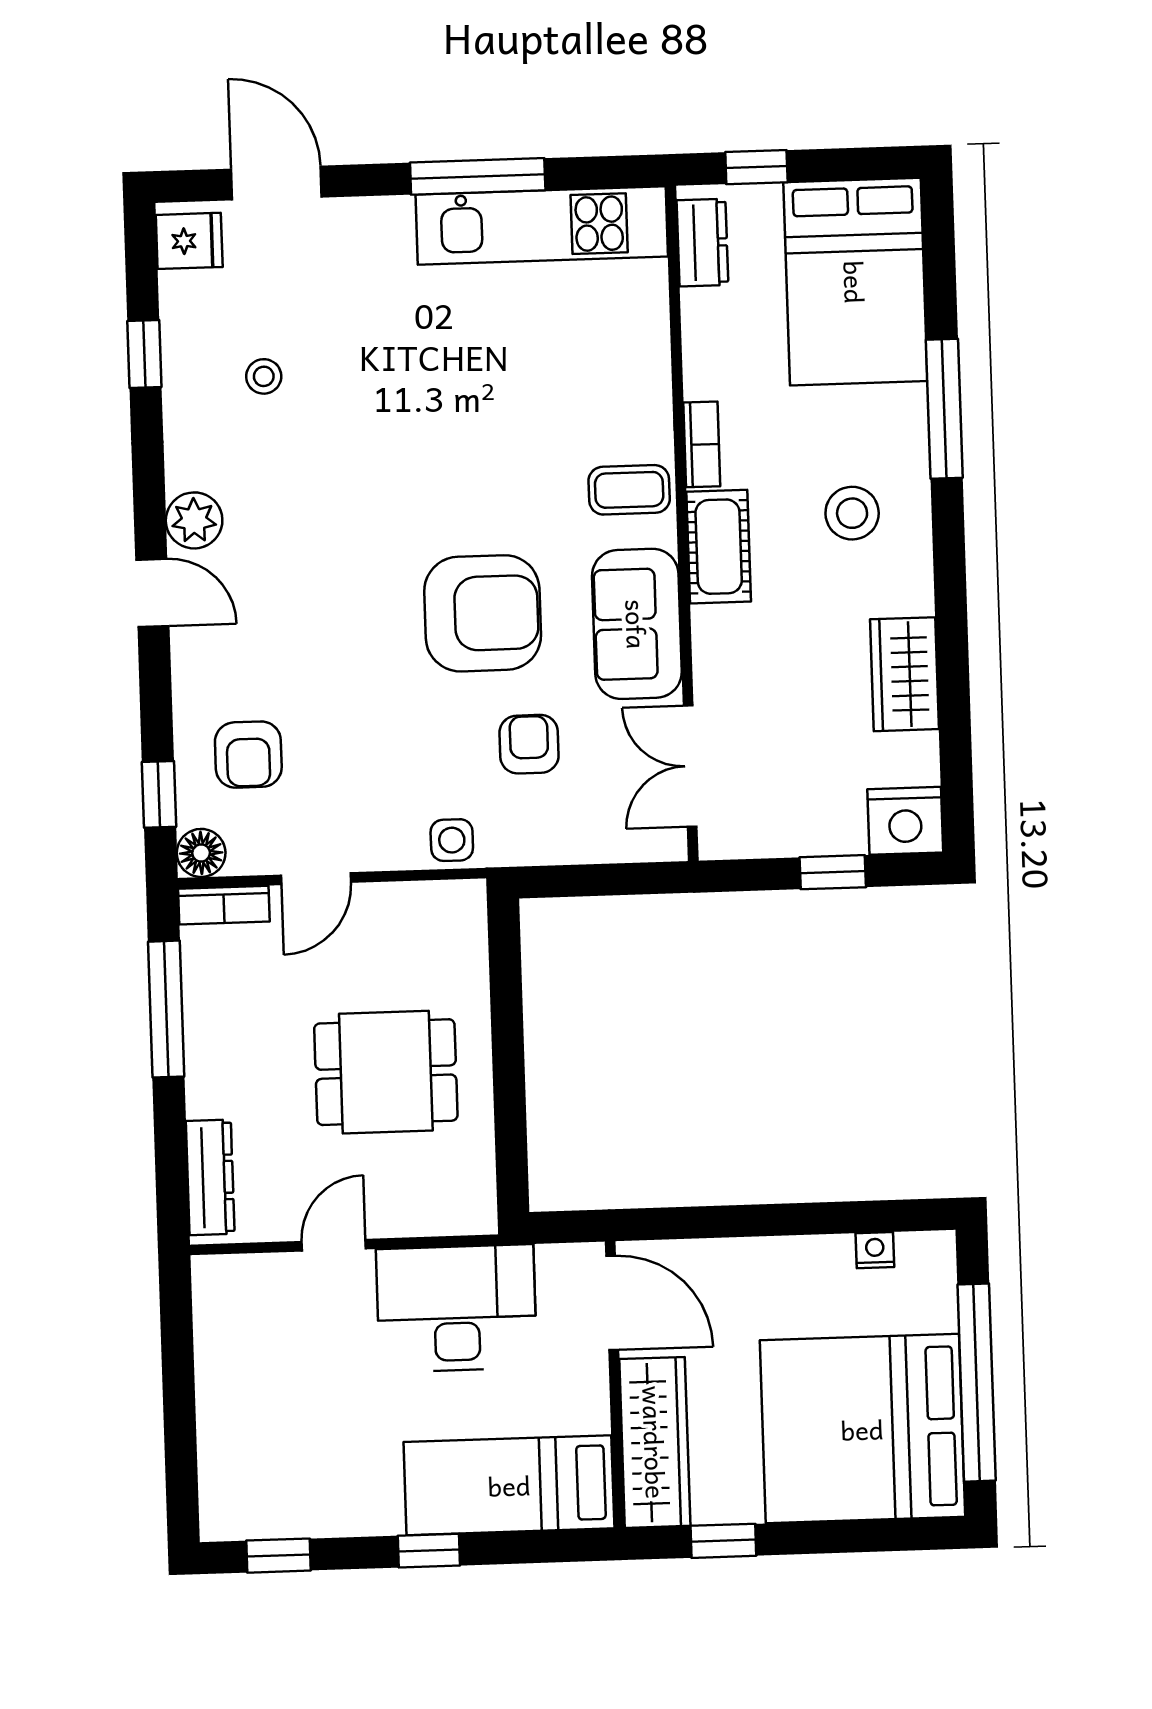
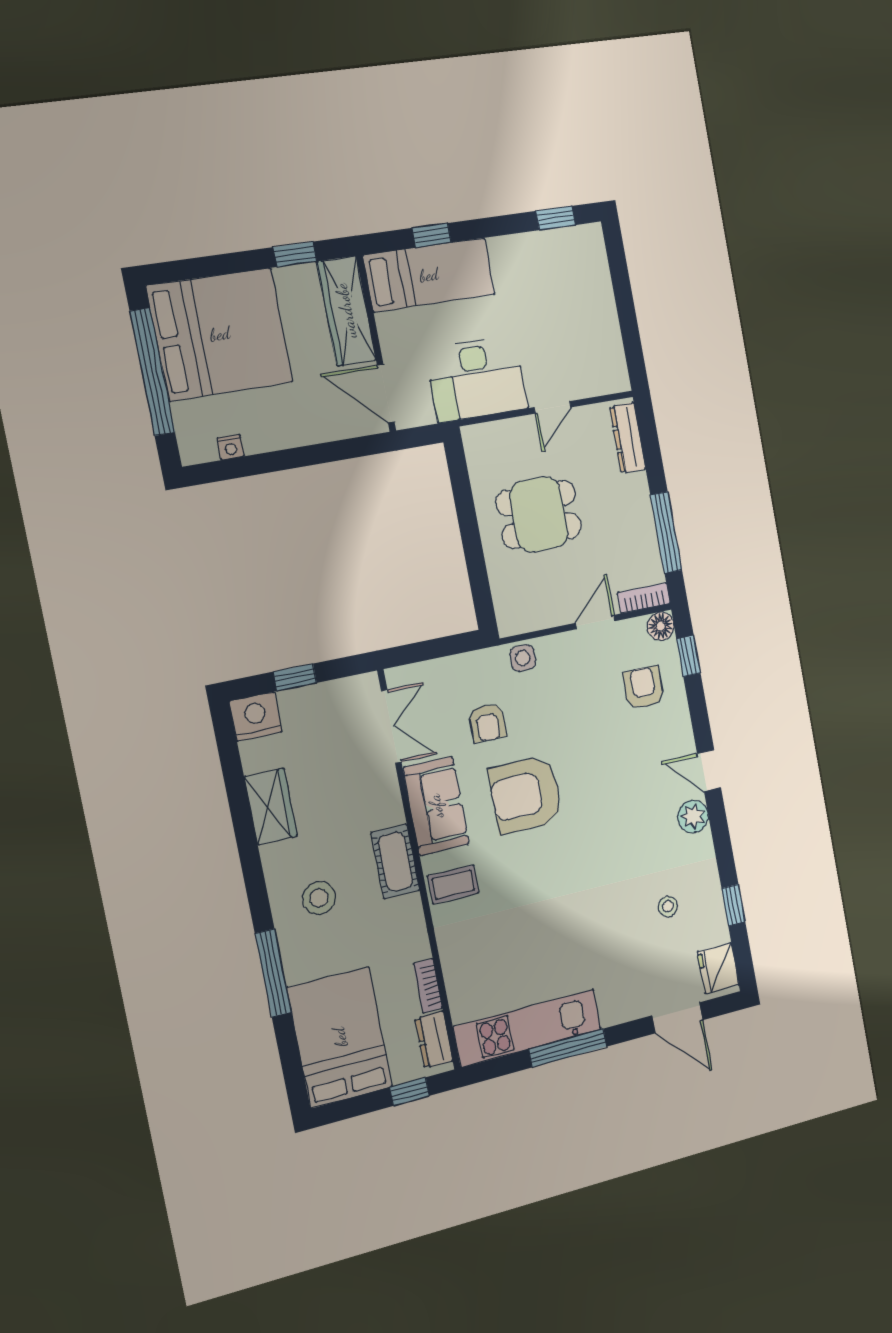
fridge: (189, 241) -> (718, 968), width x1.38
bookcase: (702, 444) -> (428, 986), moved
window: (429, 1551) -> (432, 235), moved

